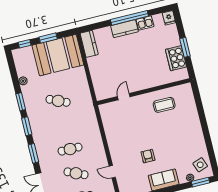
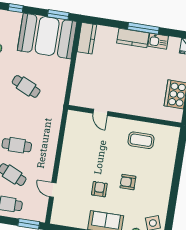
window: (129, 18) -> (143, 28), width x0.68
window: (48, 38) -> (58, 15), moved
door: (124, 97) -> (100, 112), swing flipped
armchair: (168, 141) -> (128, 182), added

